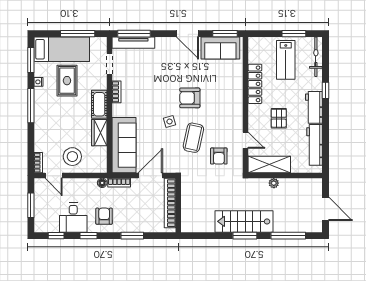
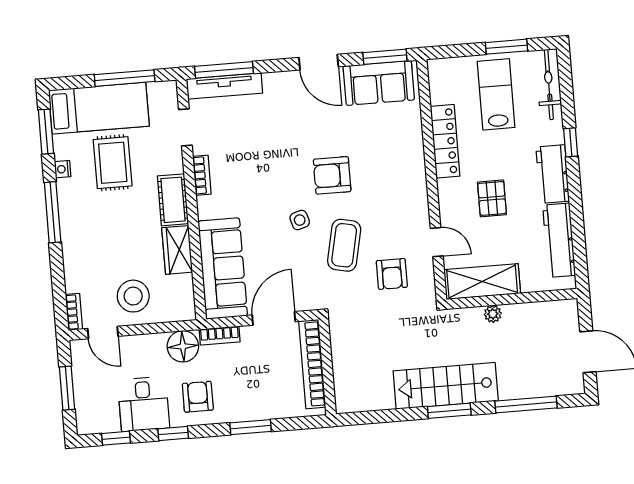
lab bench: (286, 60) -> (496, 94), turned 180
floor lamp: (102, 183) -> (183, 346), width x1.89, depth x1.89

